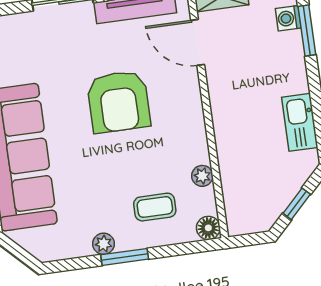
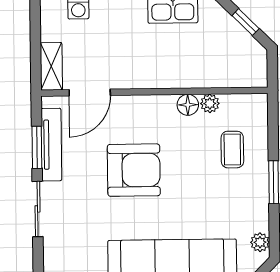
floor lamp: (208, 228) -> (188, 105), moved
plant: (104, 244) -> (260, 242), moved

